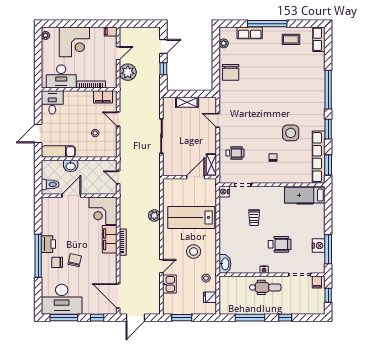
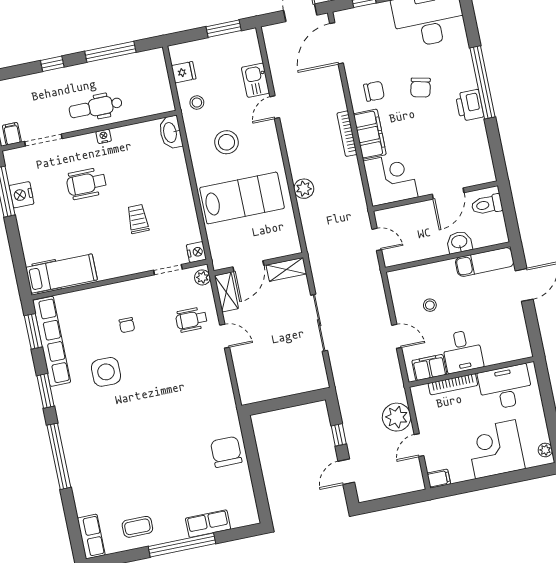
plant: (224, 43) -> (202, 277), moved
desk: (52, 102) -> (462, 351), moved
shelving: (187, 102) -> (286, 269), moved
door: (218, 120) -> (225, 336), moved
chair: (57, 262) -> (374, 91), moved
door: (118, 296) -> (336, 43), swing flipped

